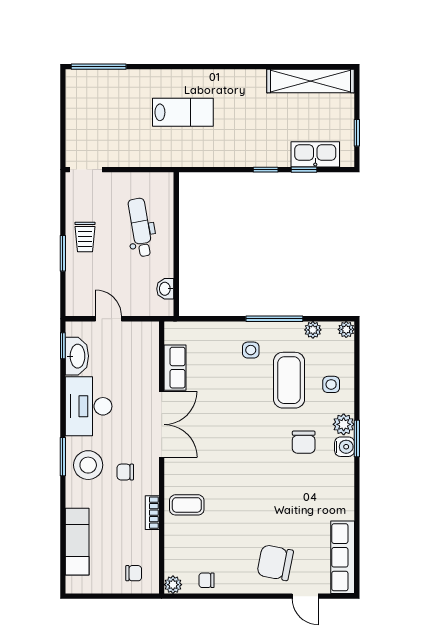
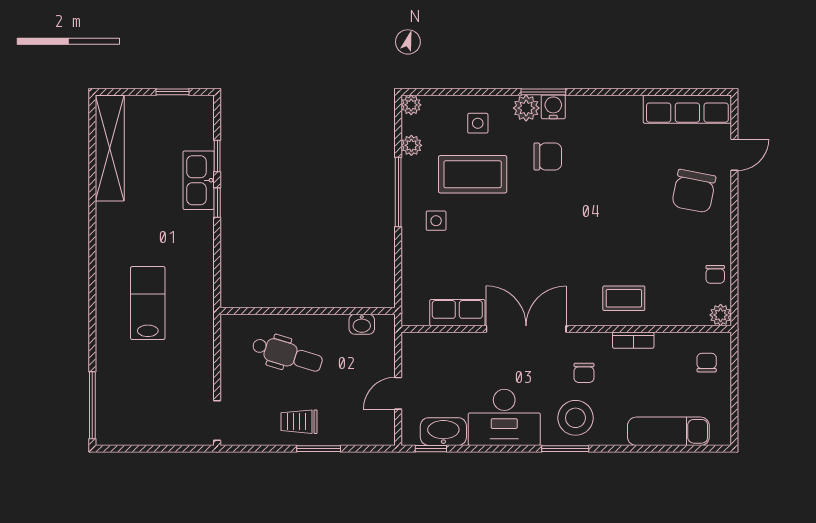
kitchen sink: (315, 154) -> (199, 180), moved
dental chair: (140, 227) -> (287, 354), turned -153
trolley: (85, 237) -> (299, 422), turned 180
coffee table: (187, 505) -> (624, 298), turned 90

